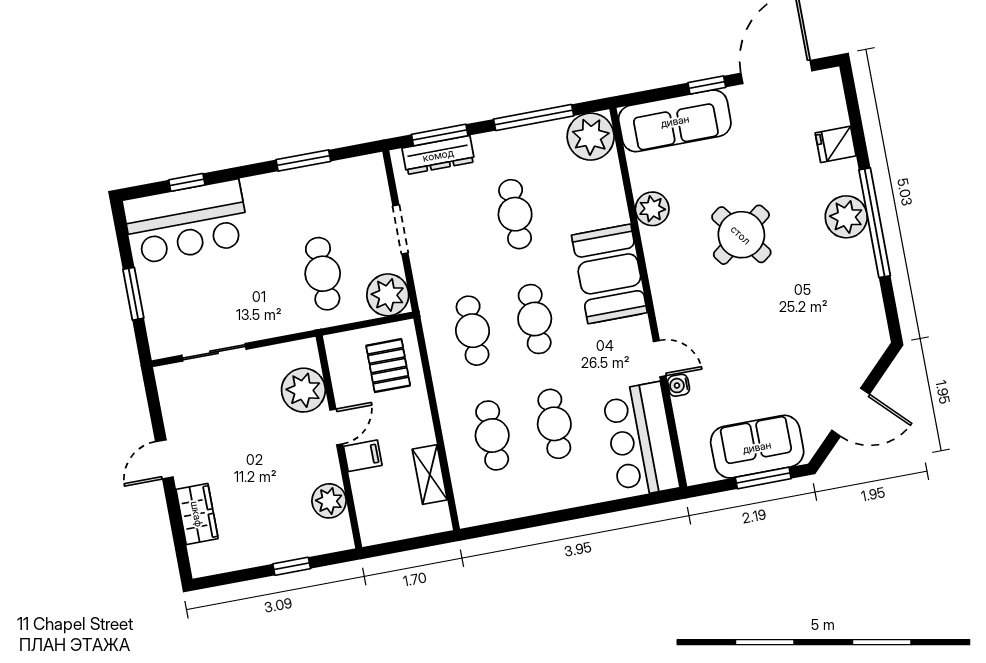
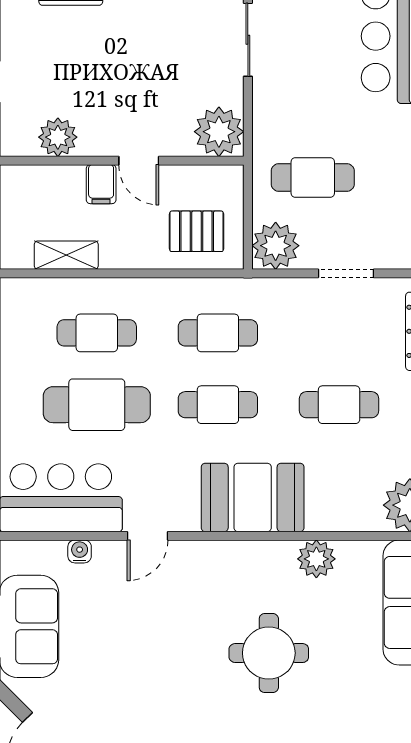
round table: (741, 235) -> (269, 653), turned 37
water cooler: (679, 385) -> (80, 551), moved
plant: (303, 390) -> (219, 132), moved
cafe table: (554, 424) -> (97, 405), width x1.37, depth x1.35

